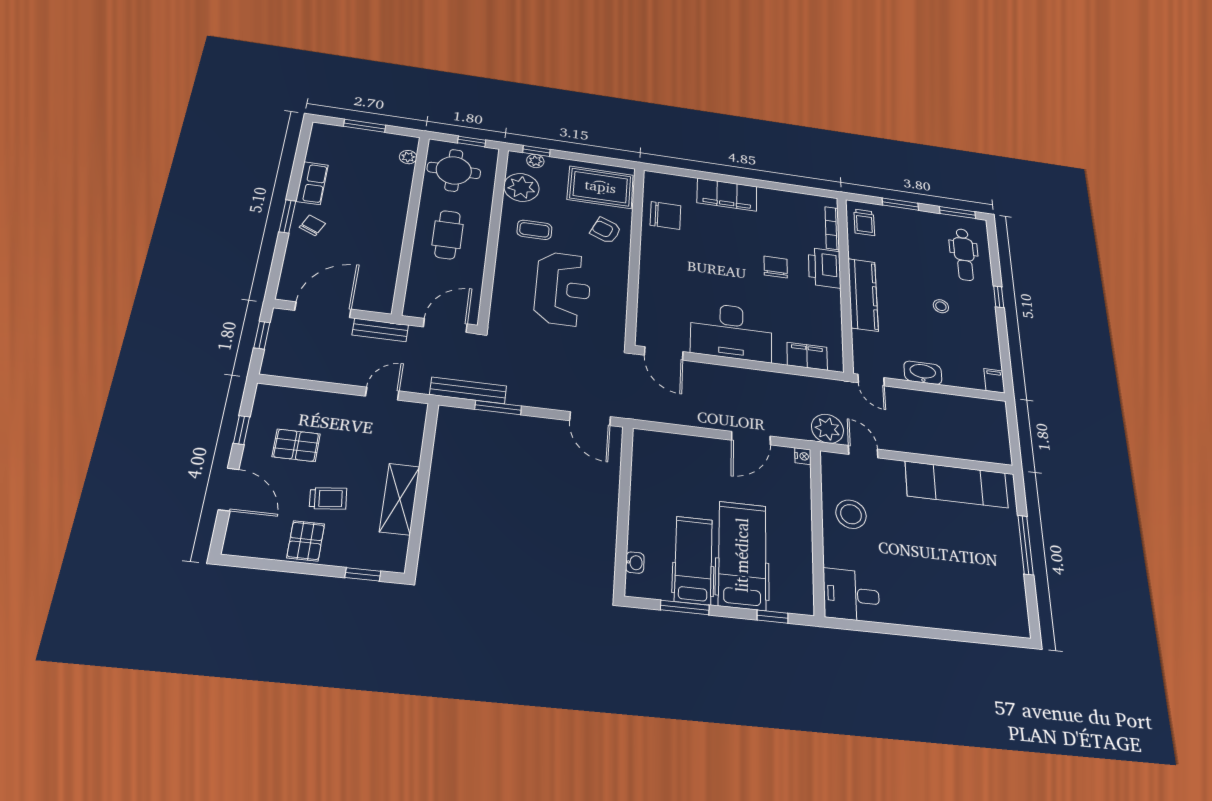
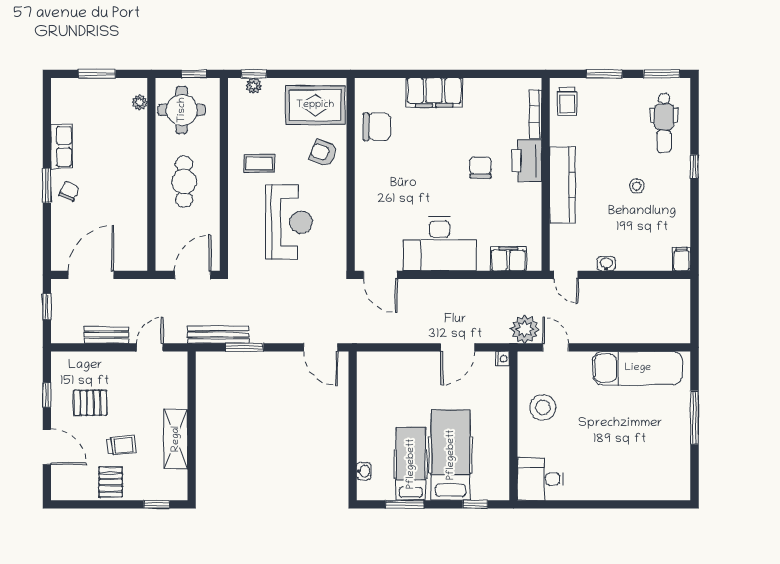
plant: (521, 187) -> (244, 118), removed
bench: (380, 330) -> (106, 335), moved
washbasin: (923, 373) -> (606, 264), width x0.52, depth x0.69

